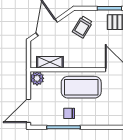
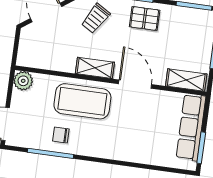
shelving: (50, 62) -> (95, 68), moved

